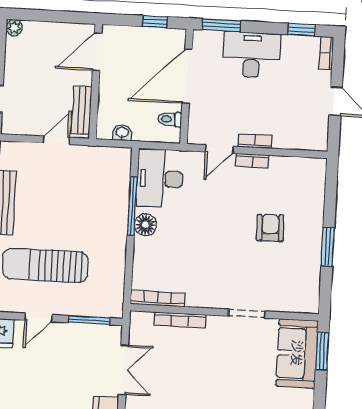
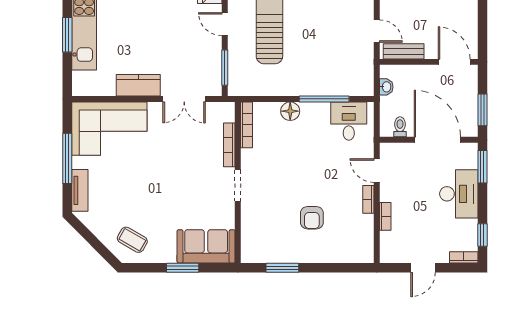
window: (155, 22) -> (482, 110), width x1.50
bookcase: (255, 141) -> (385, 216), moved
desk: (160, 179) -> (349, 121), width x0.73
floor lamp: (146, 225) -> (290, 111), moved
armchair: (270, 228) -> (312, 218), turned 92
window: (328, 247) -> (282, 268), moved
doorway: (247, 314) -> (238, 185), moved
window: (322, 351) -> (183, 268), moved

